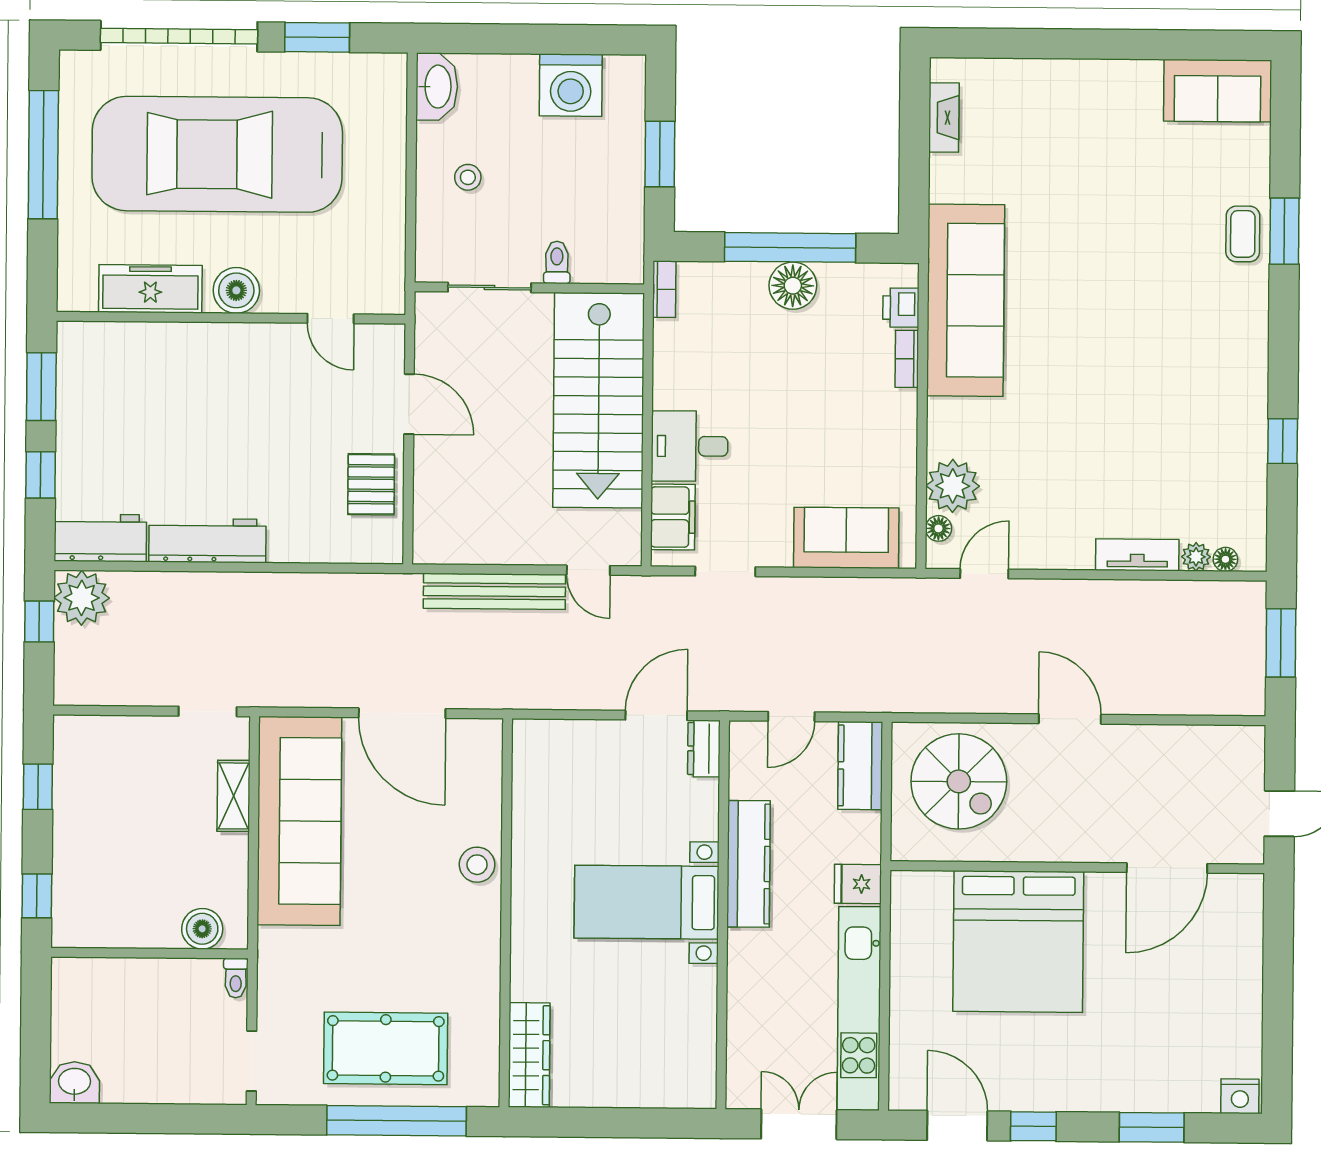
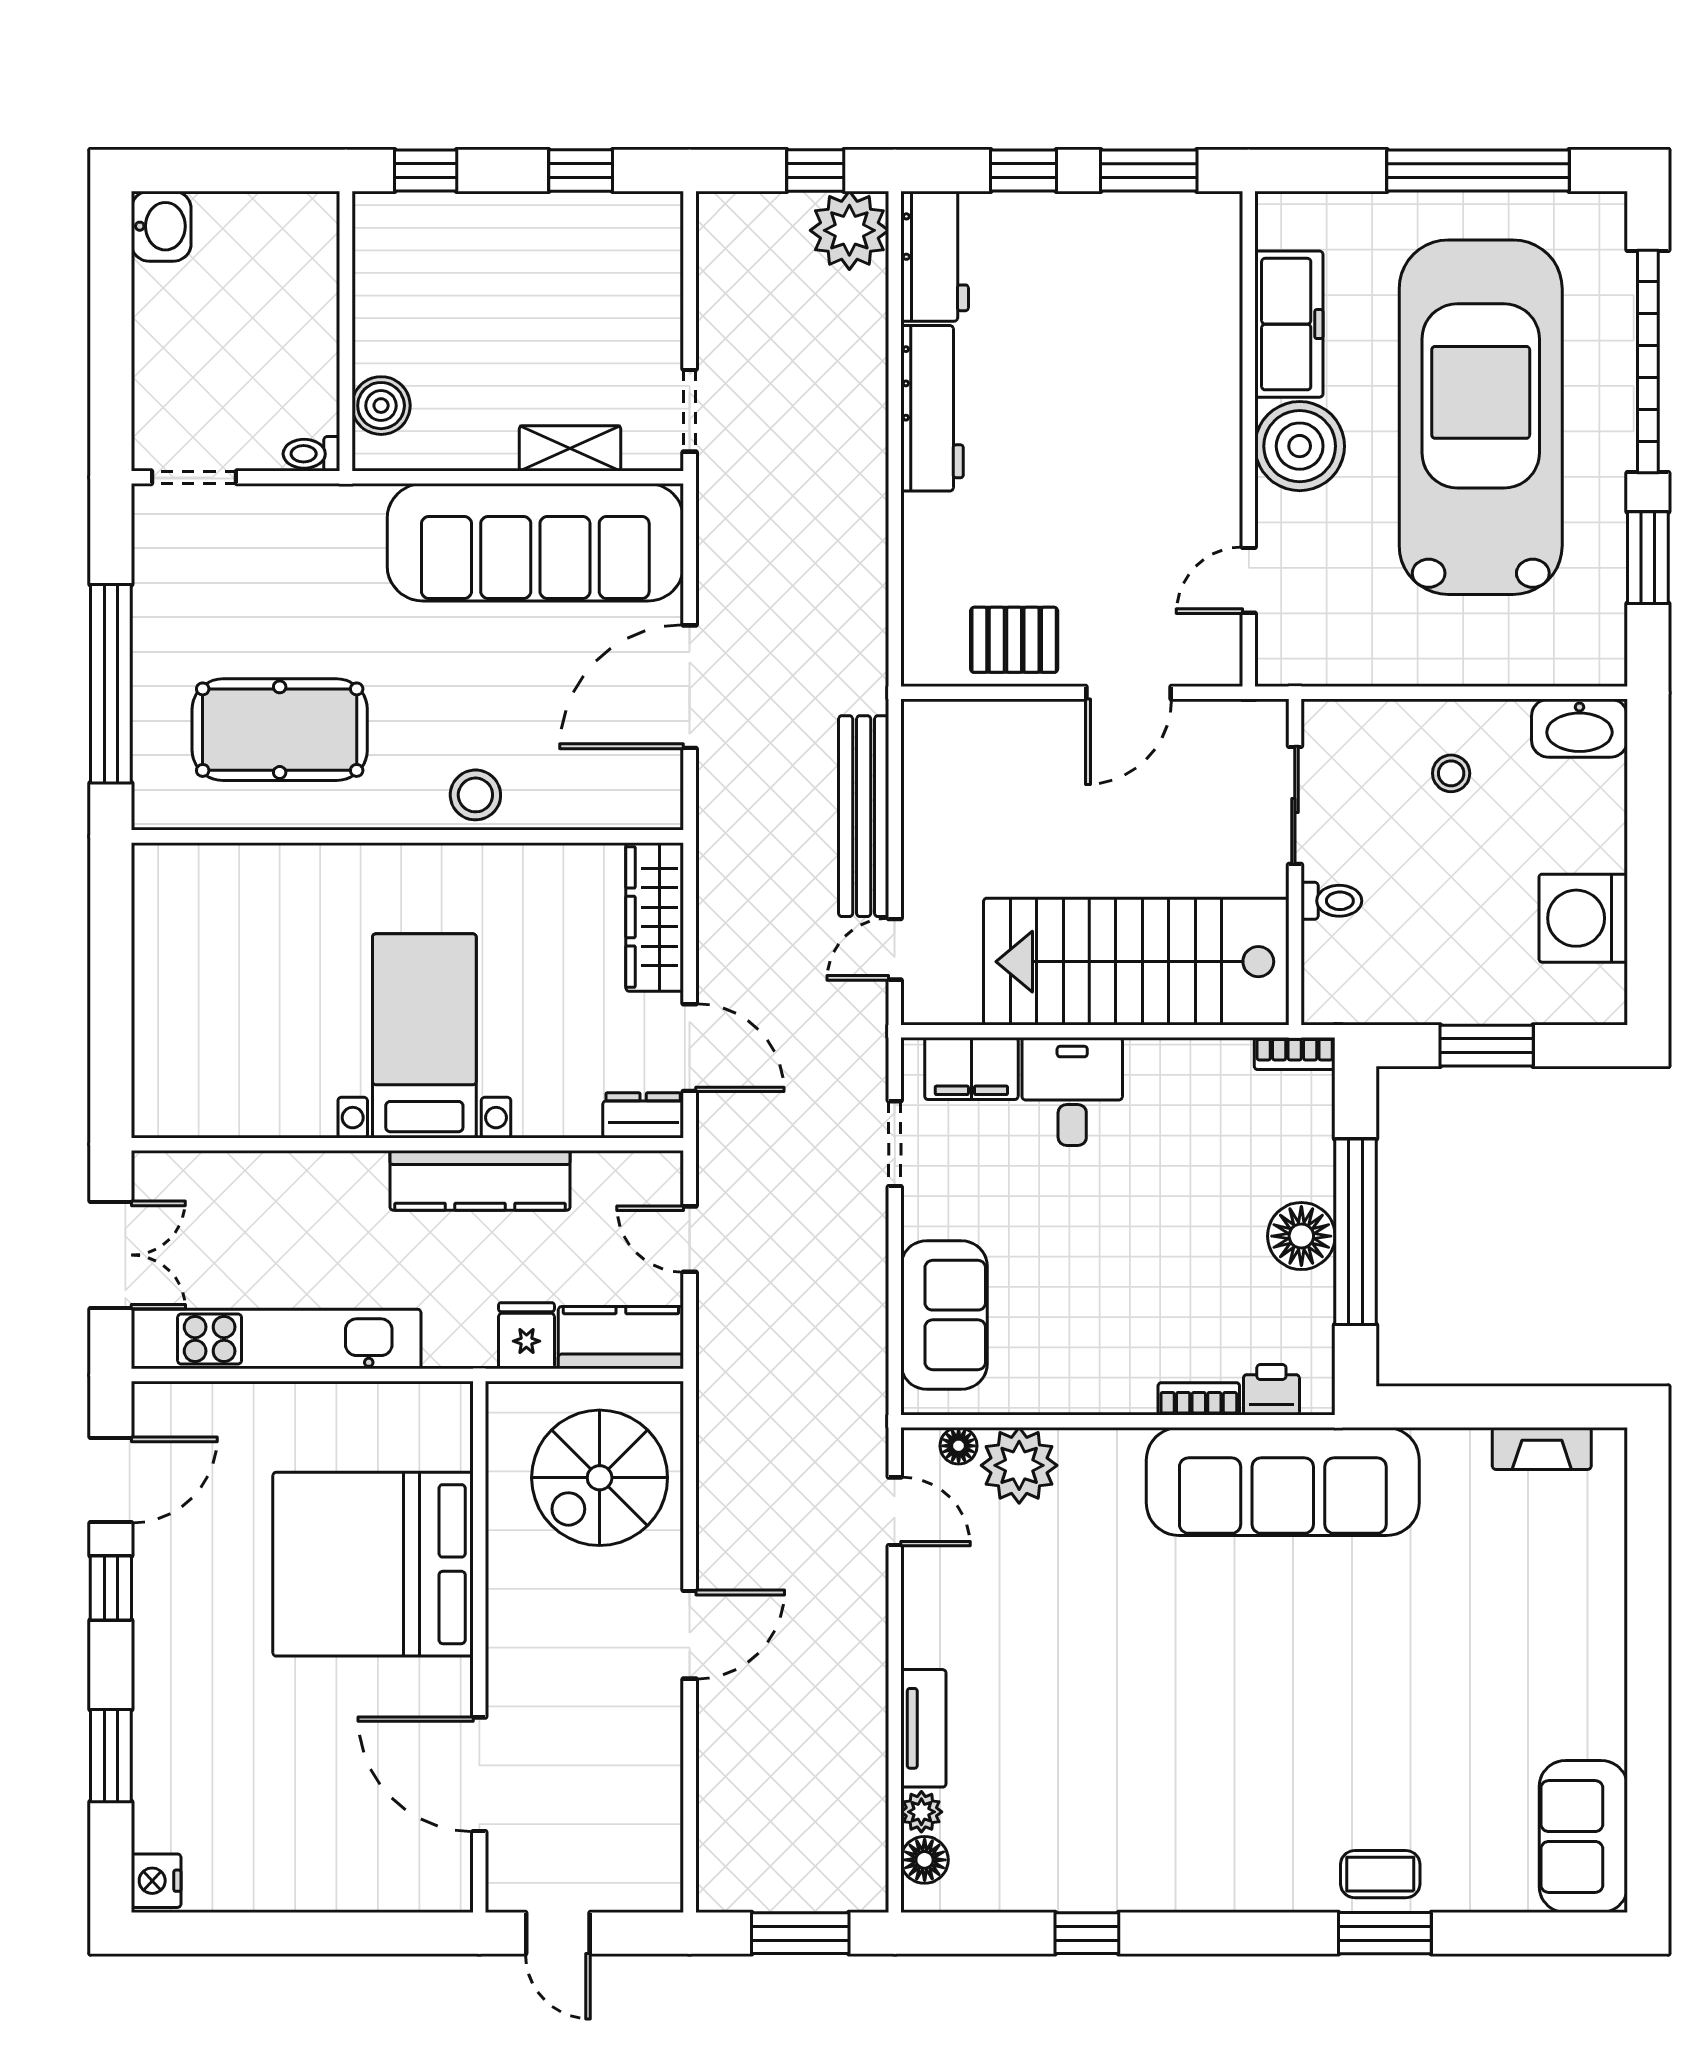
boiler: (236, 290) -> (1300, 446), width x1.37, depth x1.37
floor lamp: (1225, 559) -> (925, 1860), width x1.37, depth x1.37
fridge: (858, 884) -> (526, 1336), moved
pool table: (386, 1048) -> (280, 730), moved, turned 90
wardrobe: (529, 1055) -> (655, 917), moved, turned 90

